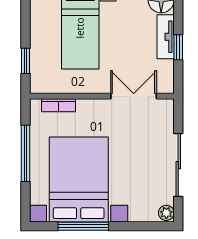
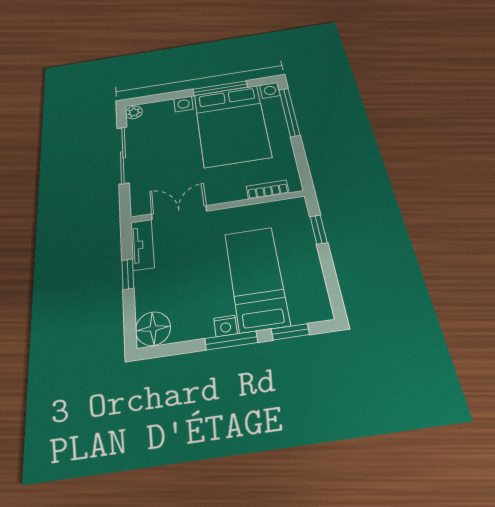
tv unit: (166, 37) -> (142, 245), moved
double door: (134, 96) -> (179, 213), swing flipped
window: (26, 153) -> (289, 112), moved

